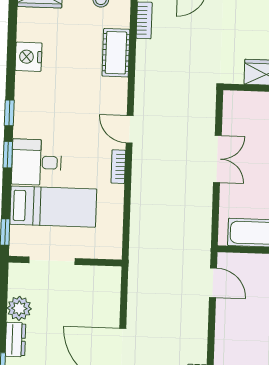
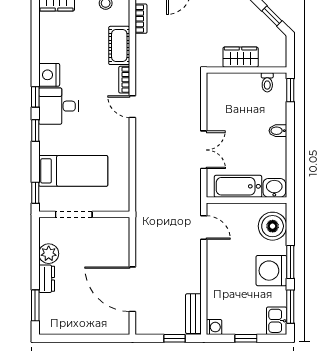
nightstand: (29, 57) -> (49, 75), moved
double door: (217, 159) -> (204, 150), moved
desk: (37, 162) -> (58, 106), moved
bookcase: (118, 167) -> (124, 80), moved

